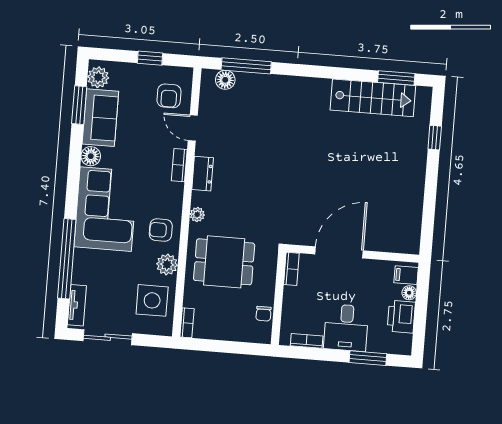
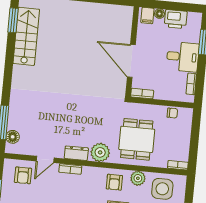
armchair: (169, 96) -> (23, 175), turned 90
plant: (197, 214) -> (100, 152), width x1.88, depth x1.88

